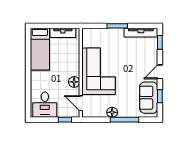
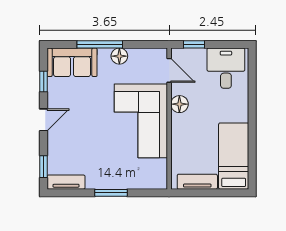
tv unit: (141, 33) -> (66, 182), width x0.71
sofa: (149, 98) -> (72, 62), moved, turned 90

